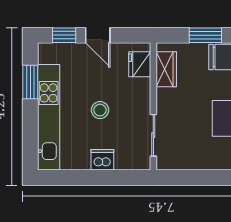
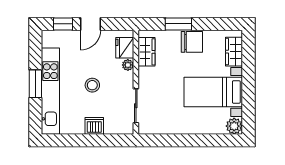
door: (98, 35) -> (90, 24), hinge flipped
window: (30, 82) -> (35, 84), moved
plant: (143, 85) -> (128, 65), added

